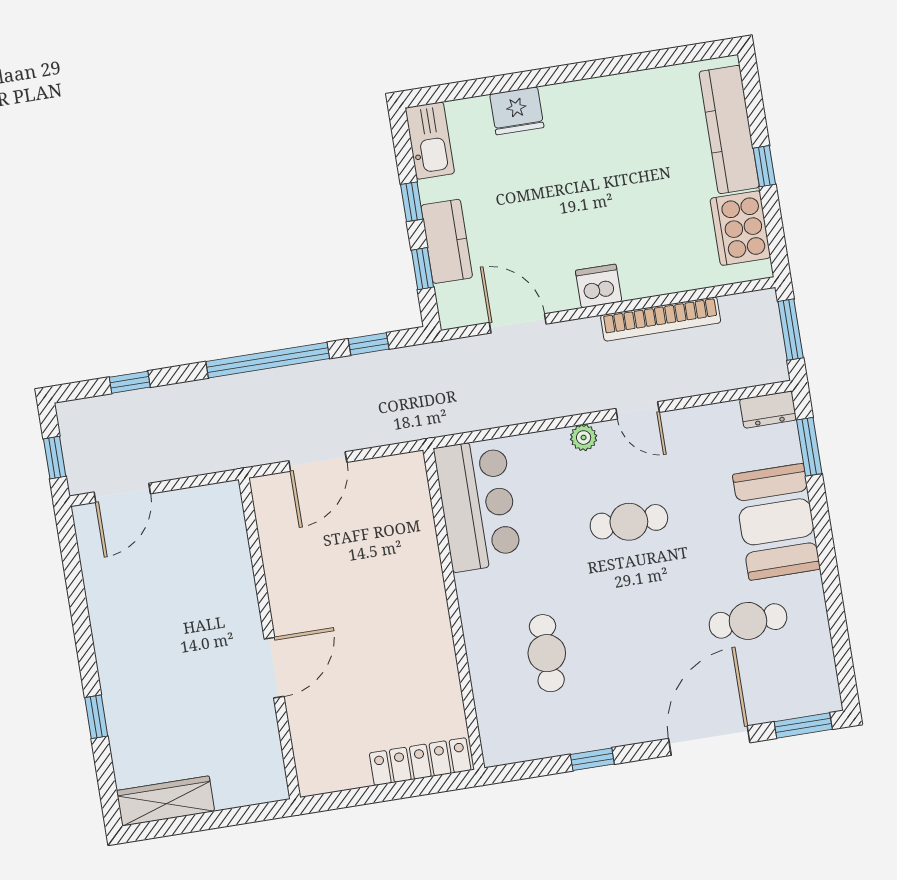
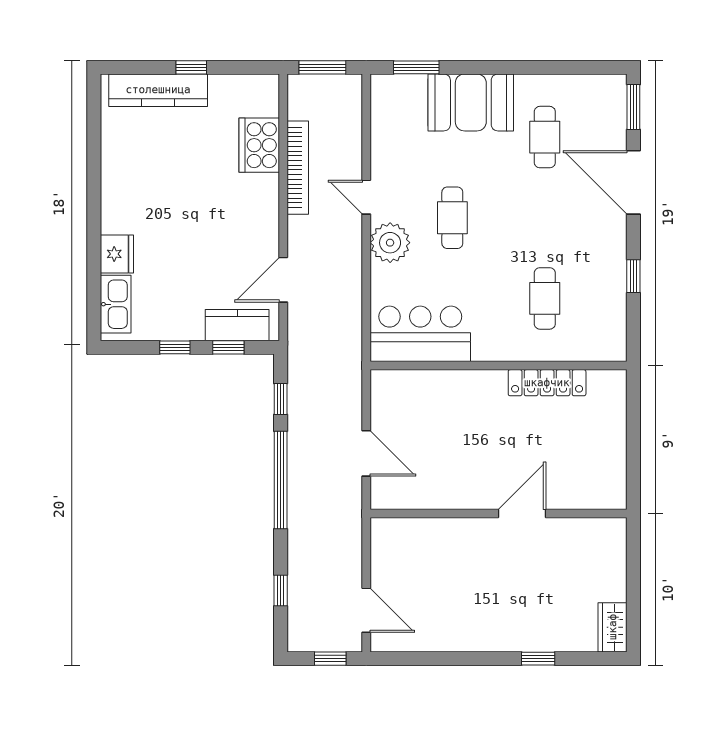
kitchen sink: (430, 141) -> (116, 304), moved, turned 90
cooker: (740, 228) -> (259, 145), moved, turned 90
kitchen counter: (447, 241) -> (237, 325), moved
dishwasher: (599, 286) -> (264, 212), removed
door: (638, 410) -> (366, 197), swing flipped
dresser: (768, 410) -> (382, 95), removed
plant: (584, 438) -> (390, 243), width x1.87, depth x1.87
cafe table: (547, 653) -> (545, 298), turned 90
door: (274, 668) -> (522, 513), hinge flipped
locker: (420, 762) -> (547, 383), moved, turned -90
wardrobe: (166, 801) -> (613, 627), width x0.67

